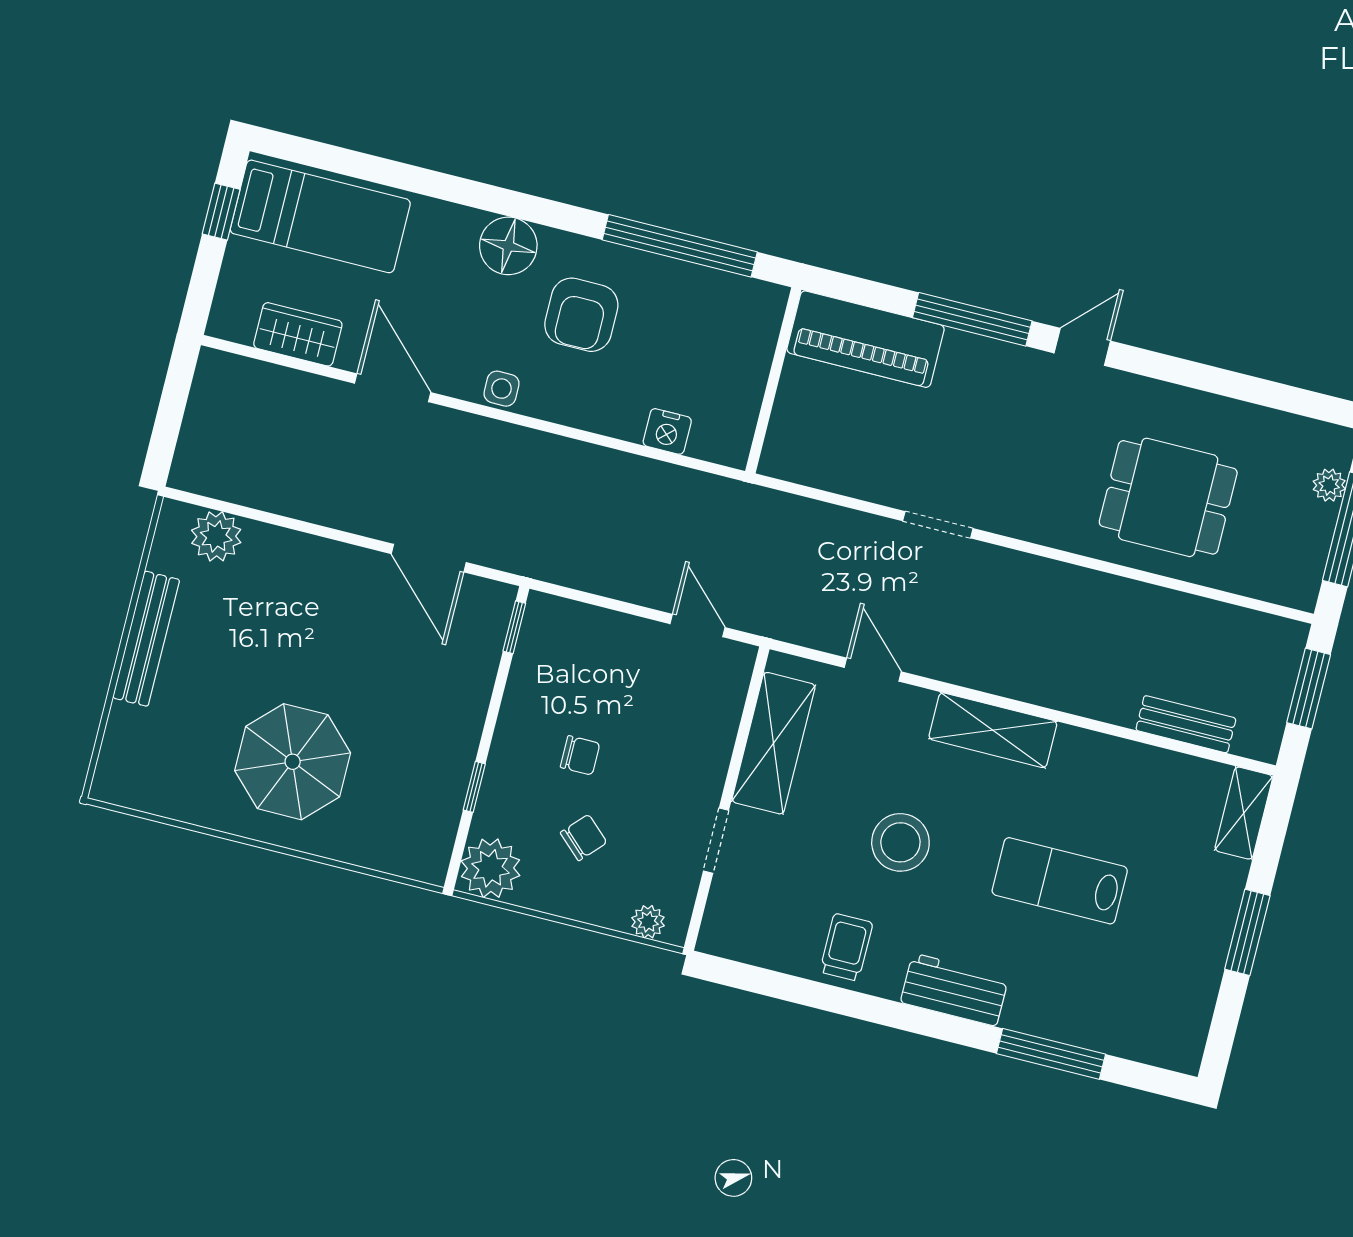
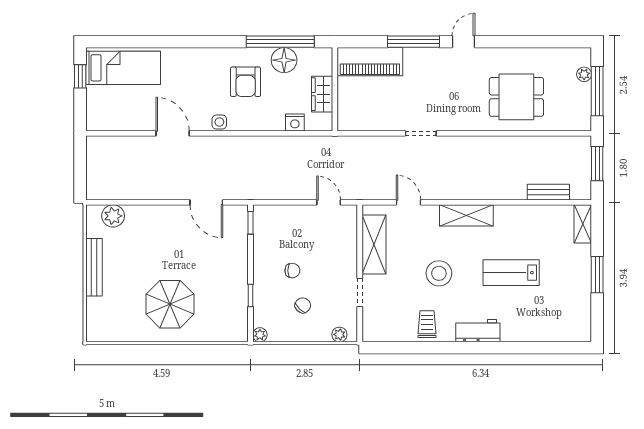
floor lamp: (508, 246) -> (284, 60), moved
wardrobe: (298, 334) -> (322, 94), moved, turned -90
plant: (490, 868) -> (260, 335), width x0.53, depth x0.53
window: (1051, 1054) -> (526, 348), removed

